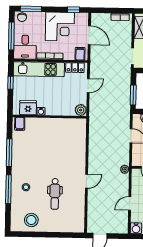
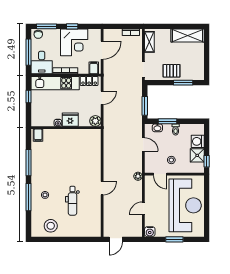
window: (73, 10) -> (72, 26), moved
door: (89, 35) -> (102, 50), hinge flipped
fridge: (28, 108) -> (70, 120), moved

